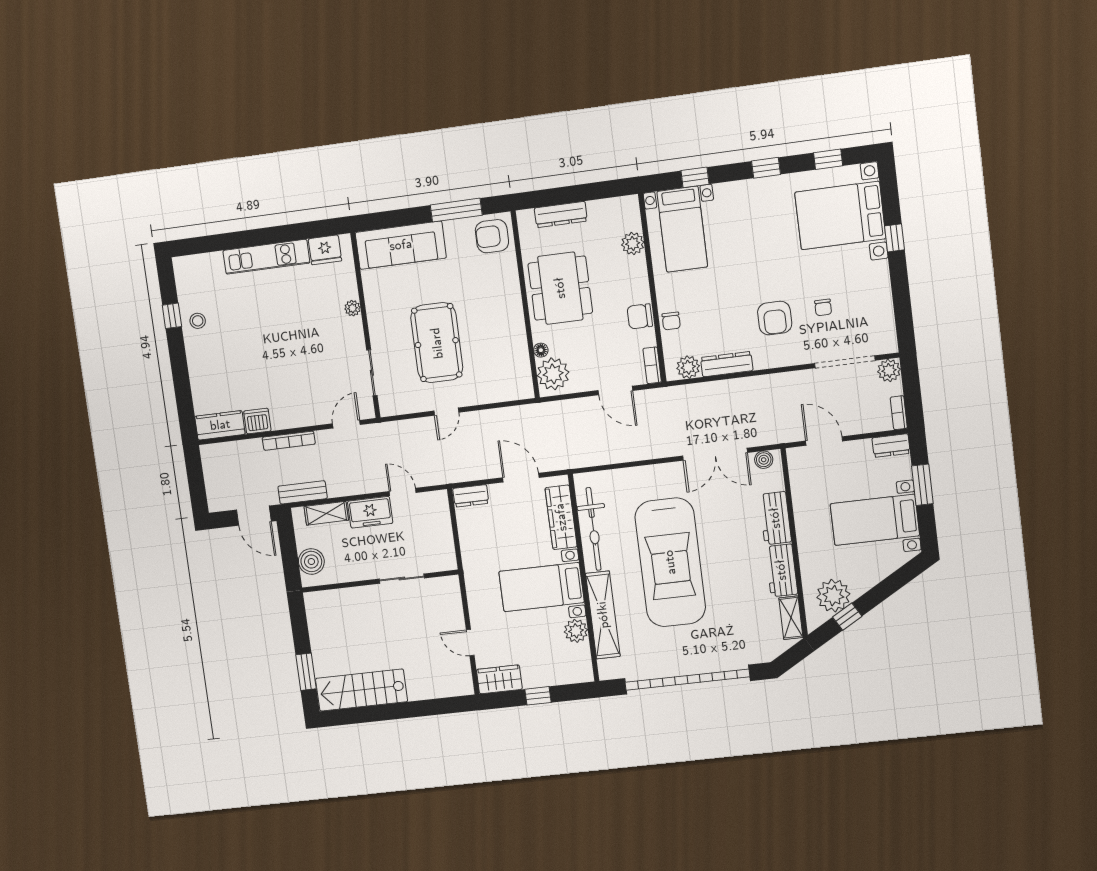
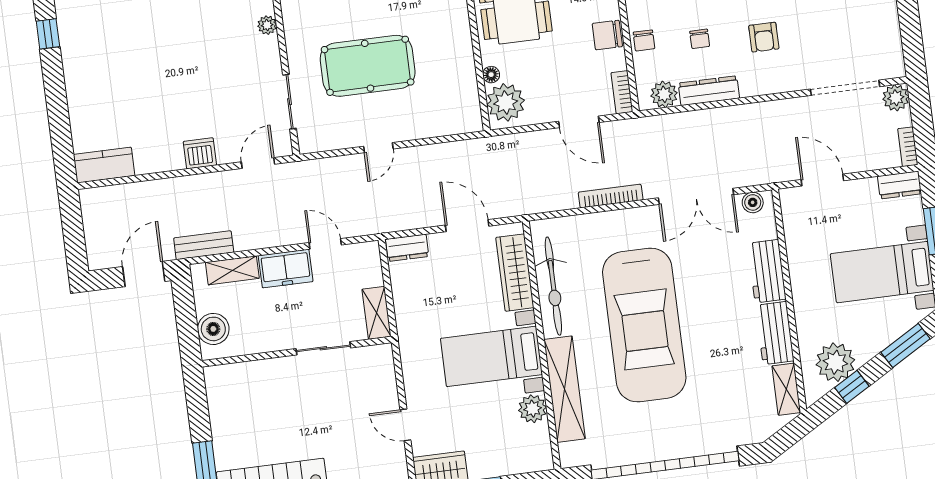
chair: (823, 307) -> (700, 39), moved
armchair: (775, 318) -> (764, 37), width x0.72, depth x0.72
stool: (198, 321) -> (79, 40), removed
pool table: (437, 343) -> (368, 66), turned 90
dishwasher: (257, 421) -> (200, 153), moved
bookcase: (289, 441) -> (611, 196), moved, turned 180
door: (254, 516) -> (144, 274), swing flipped
shelving: (446, 550) -> (377, 313), added
window: (894, 582) -> (906, 345), added

